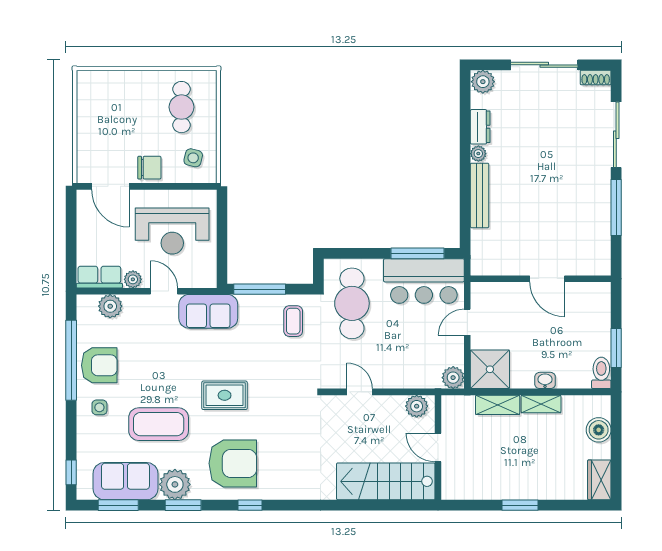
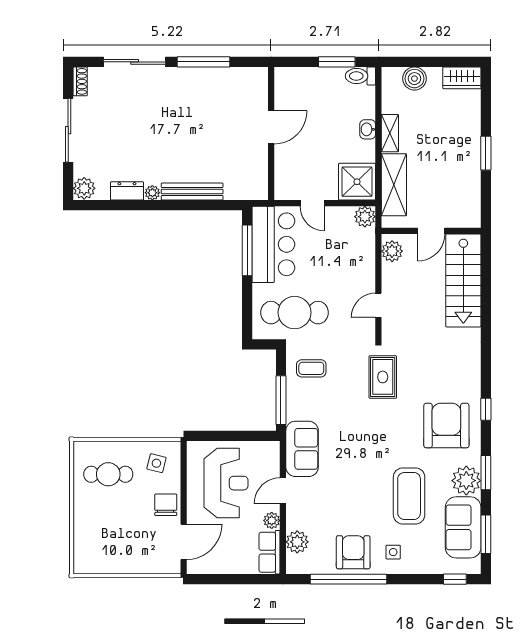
rug: (225, 395) -> (383, 377), moved
shelving: (498, 405) -> (394, 185), width x1.50, depth x1.33

